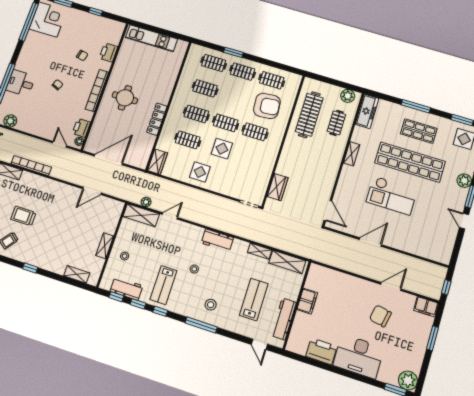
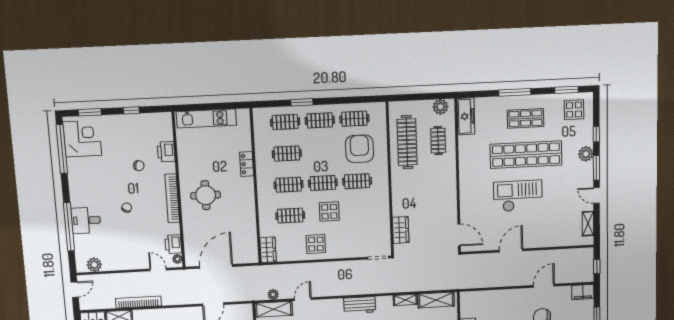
armchair: (267, 106) -> (359, 149), turned -85
locker: (157, 119) -> (247, 164), moved, width x0.66
shelving: (352, 154) -> (588, 224), moved
checkout: (392, 195) -> (518, 196), turned 180

